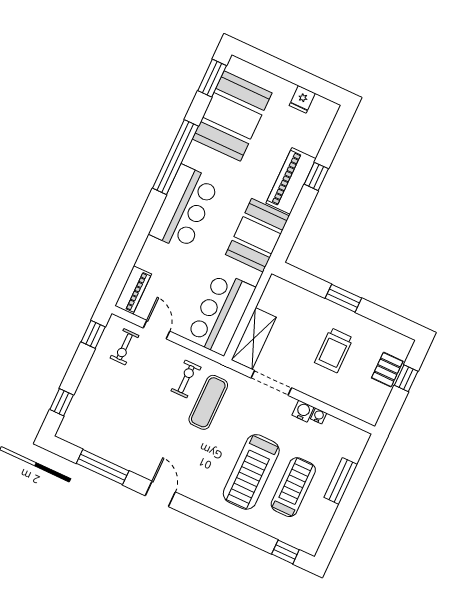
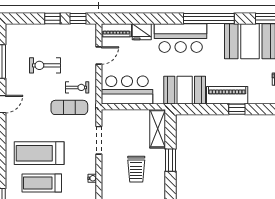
fridge: (151, 256) -> (142, 32), added
shelving: (254, 339) -> (158, 129), moved, turned 90
exercise bike: (125, 347) -> (45, 65), moved, width x1.38, depth x1.39
trolley: (334, 350) -> (136, 169), turned -90
window: (62, 402) -> (52, 18), moved
water cooler: (303, 411) -> (91, 167), removed
treadmill: (293, 487) -> (42, 183), turned 180

